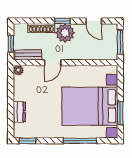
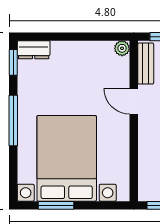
dresser: (19, 112) -> (34, 50), moved
window: (80, 141) -> (13, 120), moved

